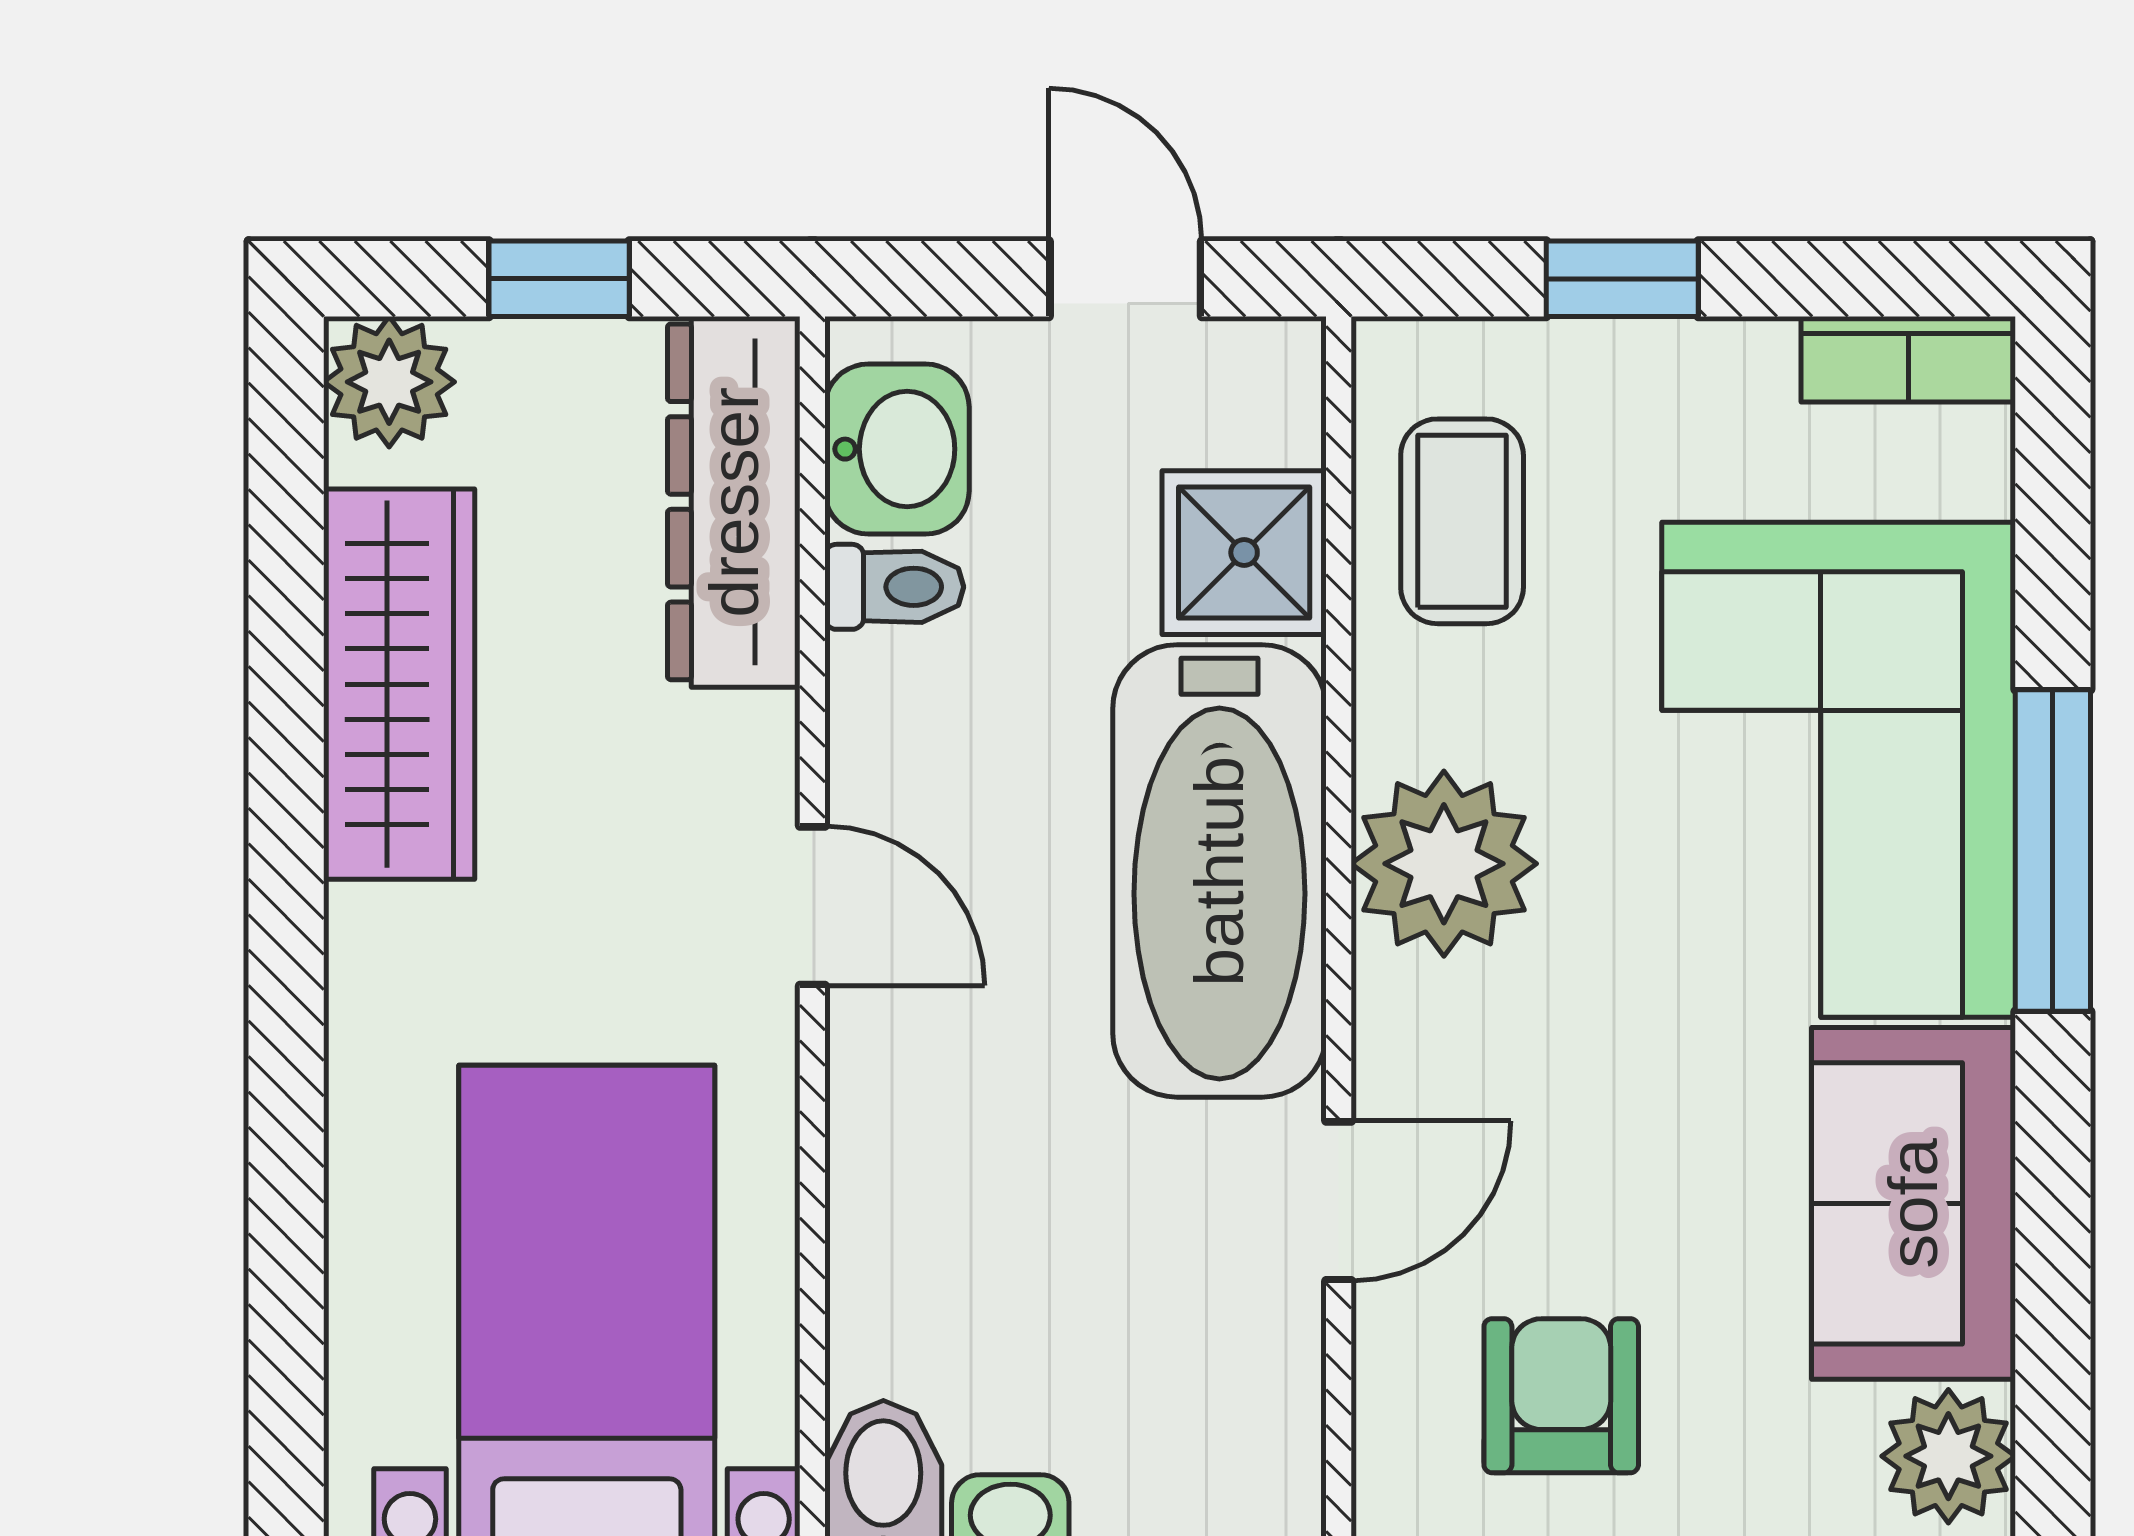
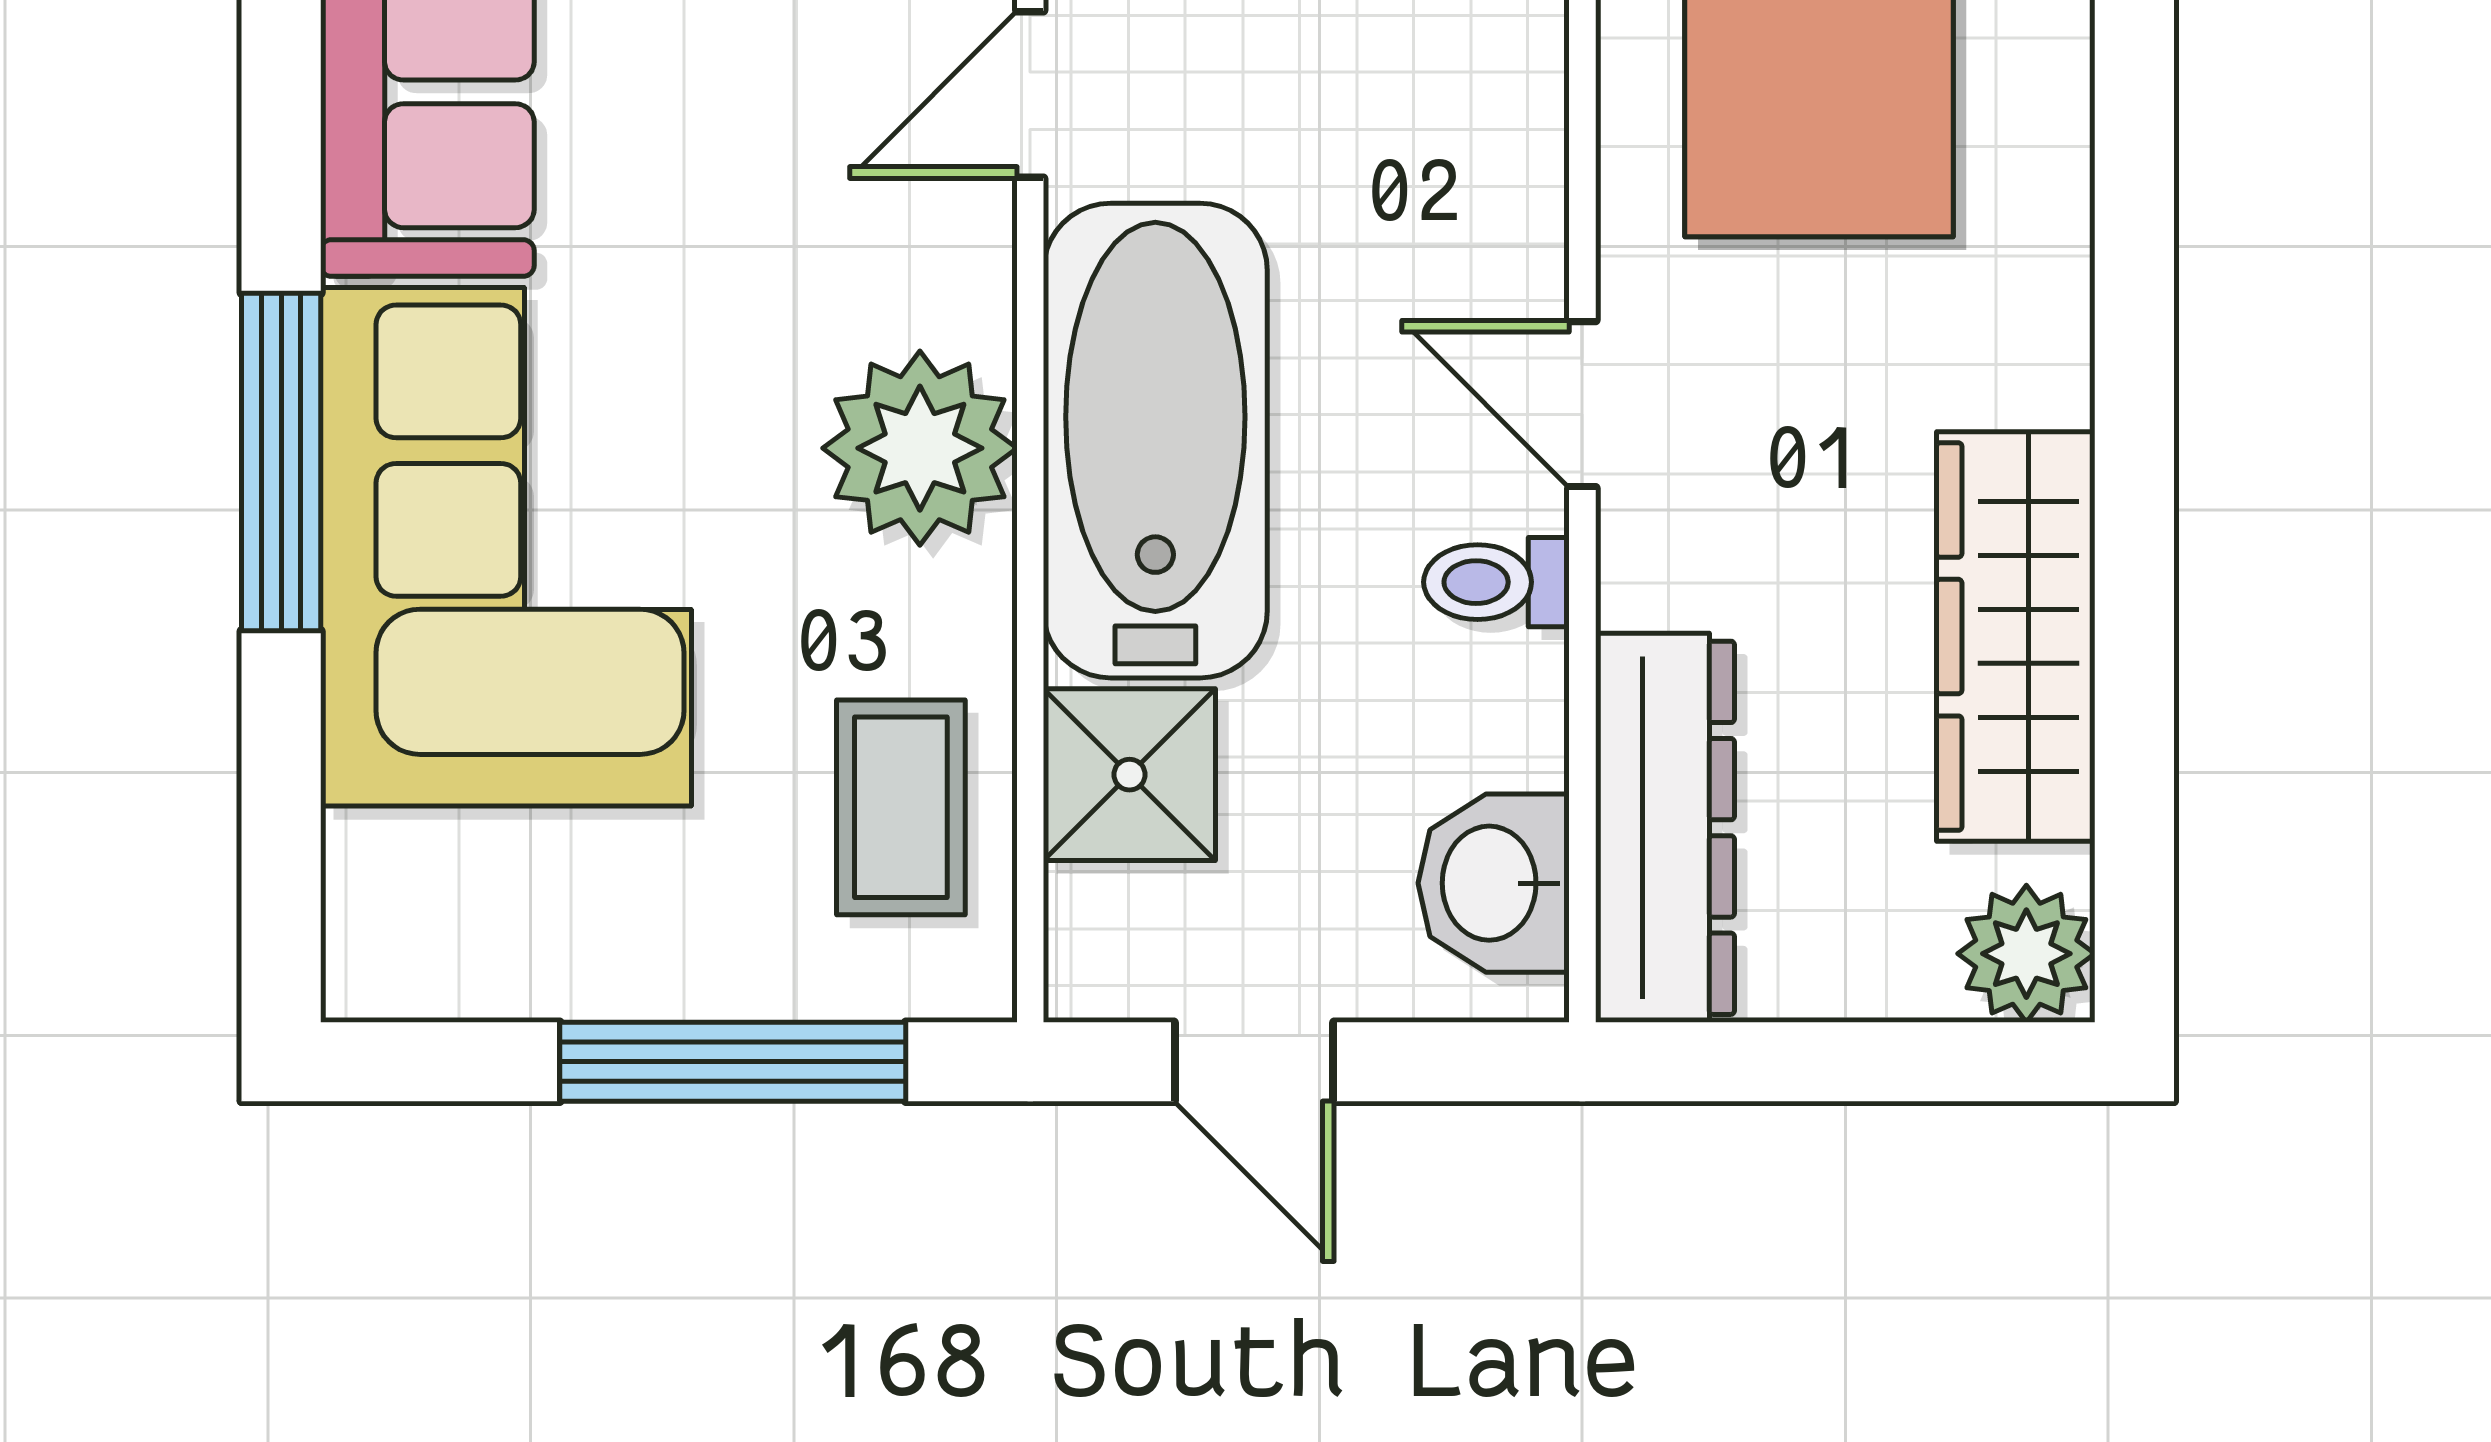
window: (559, 279) -> (1848, 1062), removed
window: (1622, 279) -> (733, 1062), width x2.17
bookcase: (1908, 359) -> (433, 977), removed
toilet: (894, 587) -> (1496, 582), moved

